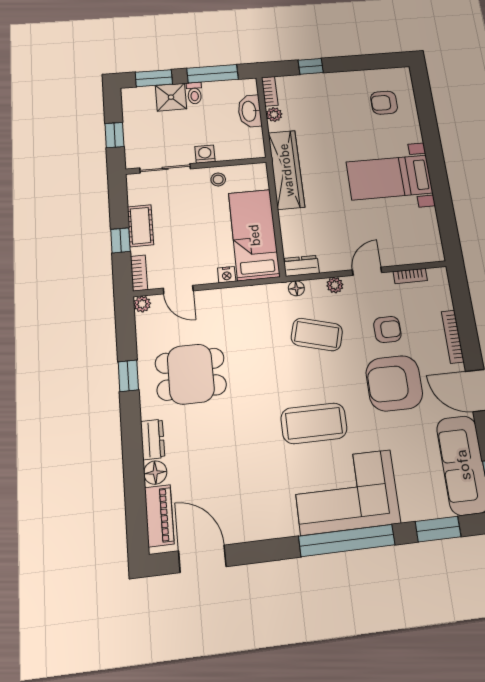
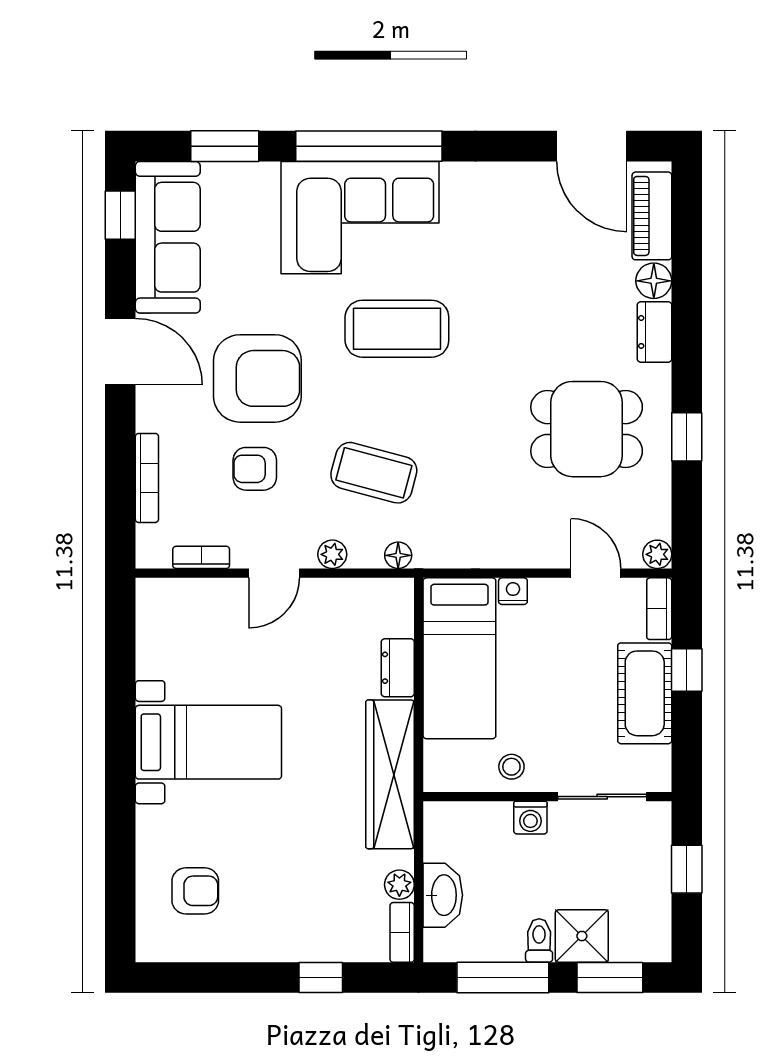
cot: (140, 226) -> (645, 693), width x1.37, depth x1.34
dresser: (301, 266) -> (398, 668), moved, turned 90
bookcase: (453, 337) -> (147, 478), moved

